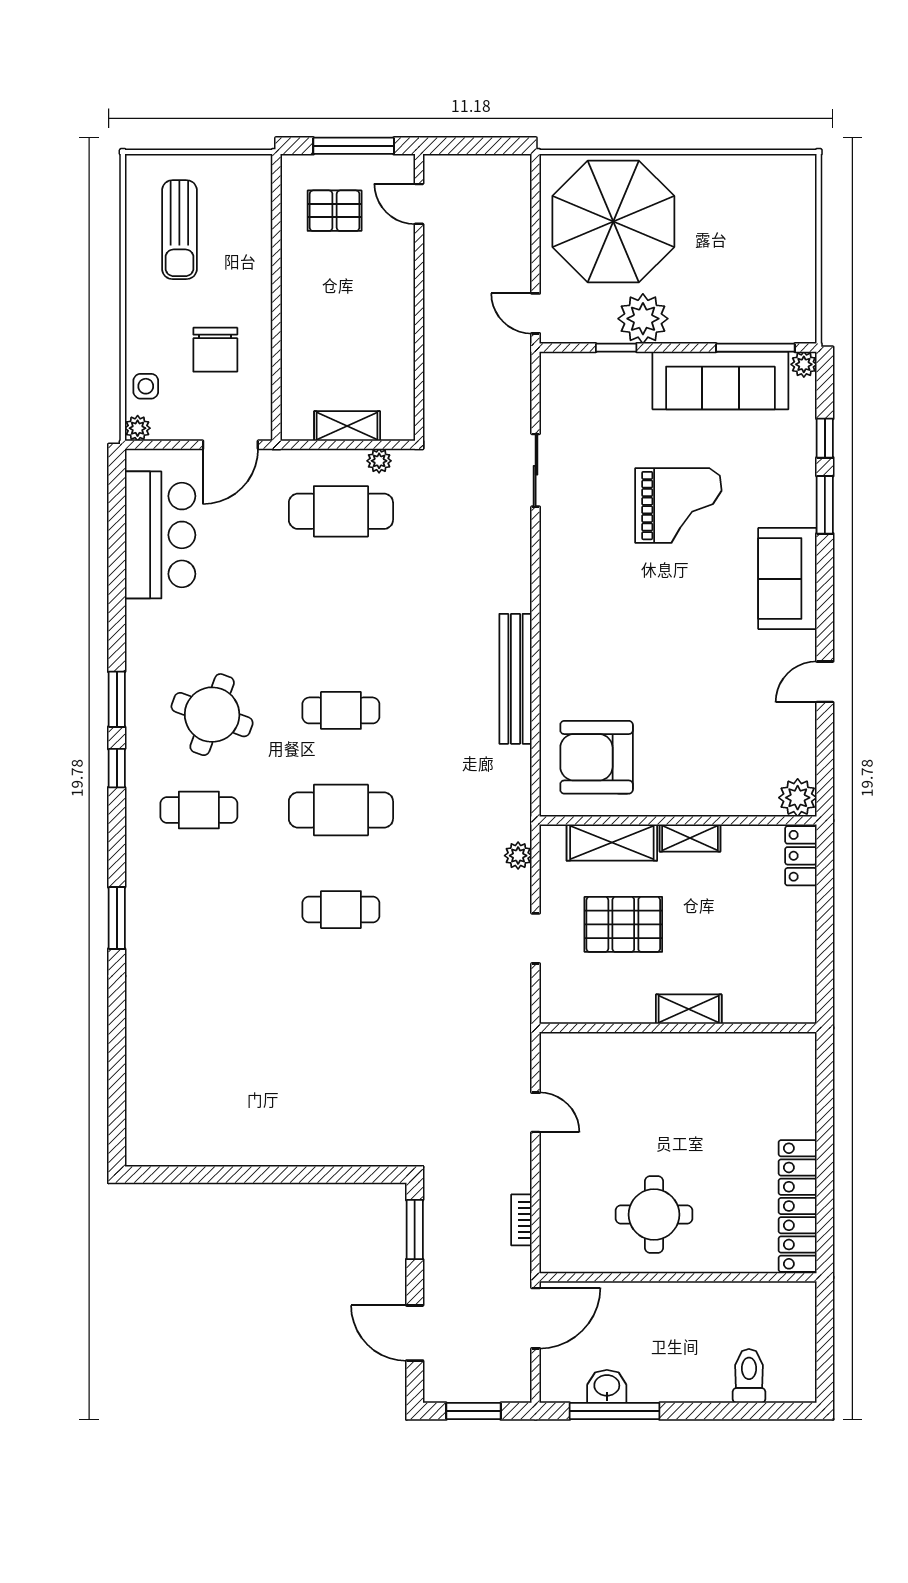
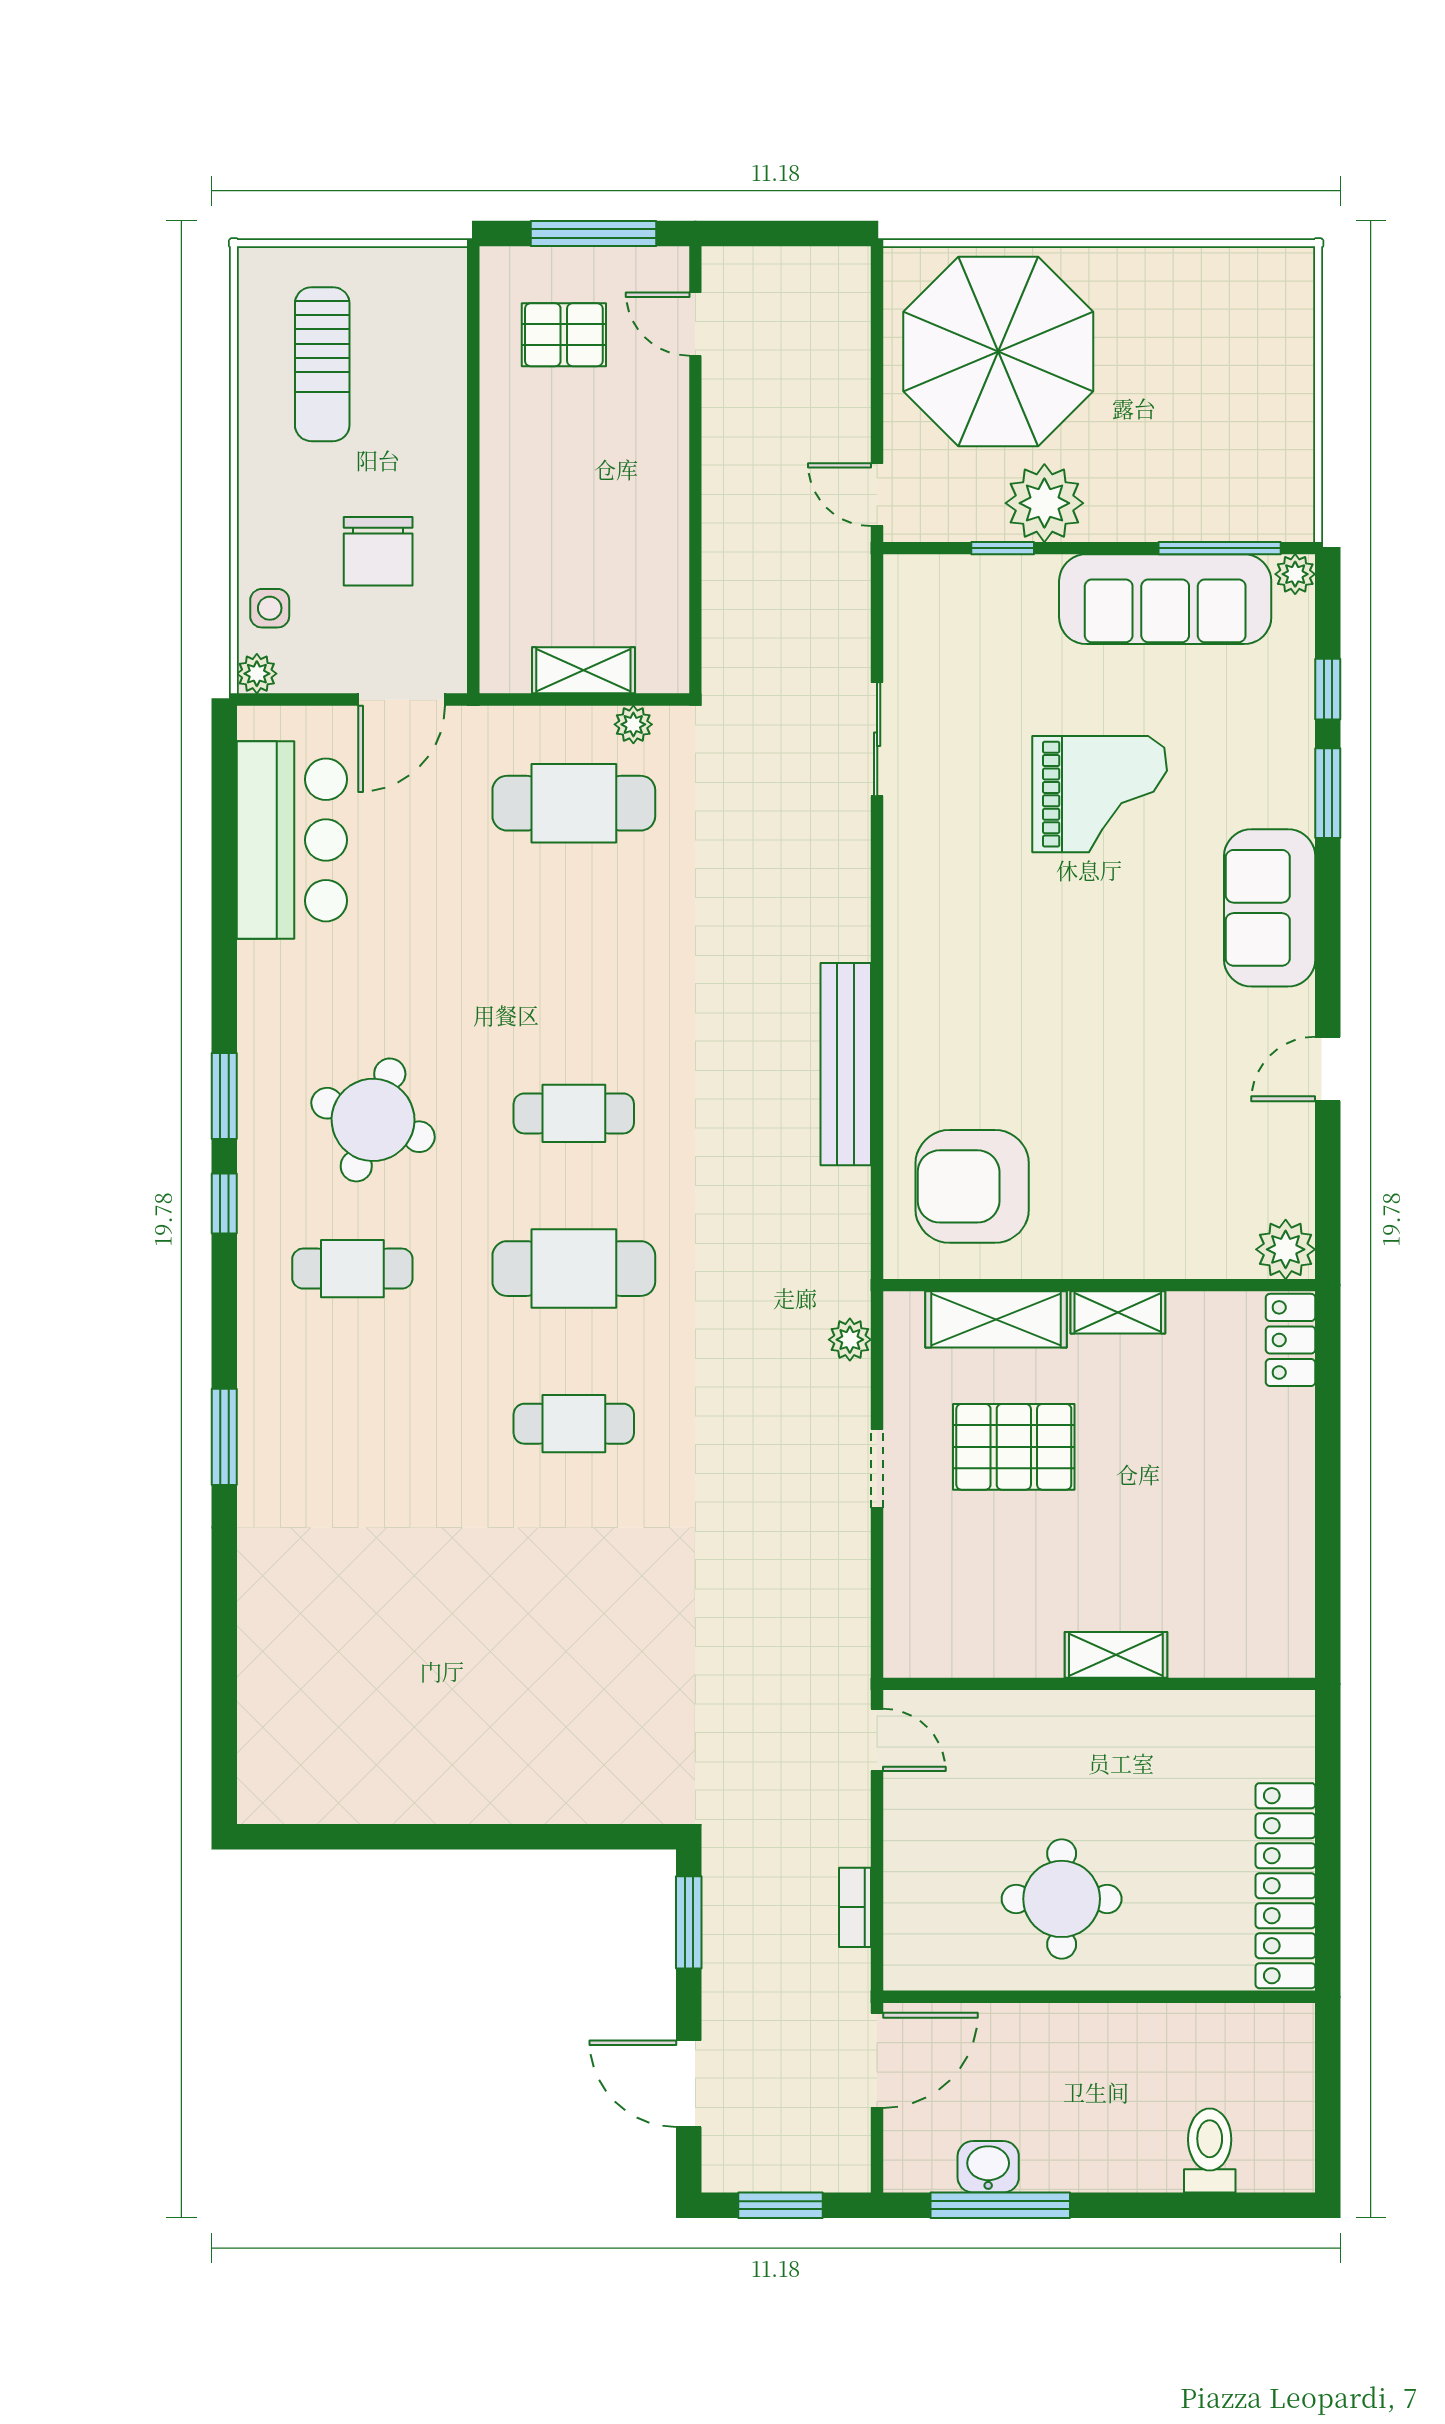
shelving: (689, 1009) -> (1116, 1655), moved
wall: (678, 1028) -> (1099, 1684), moved

